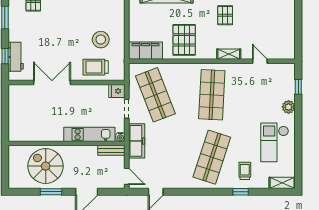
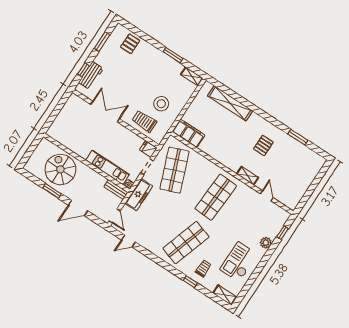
pallet: (184, 40) -> (222, 144), removed

